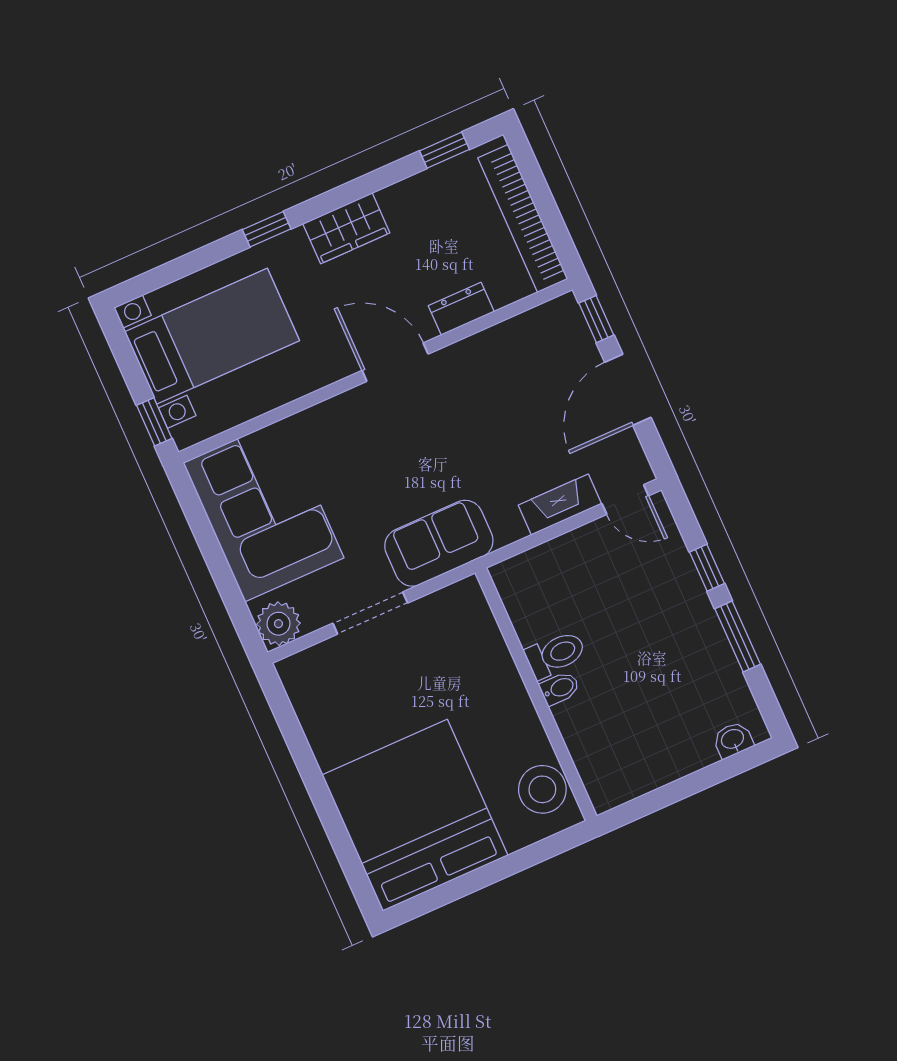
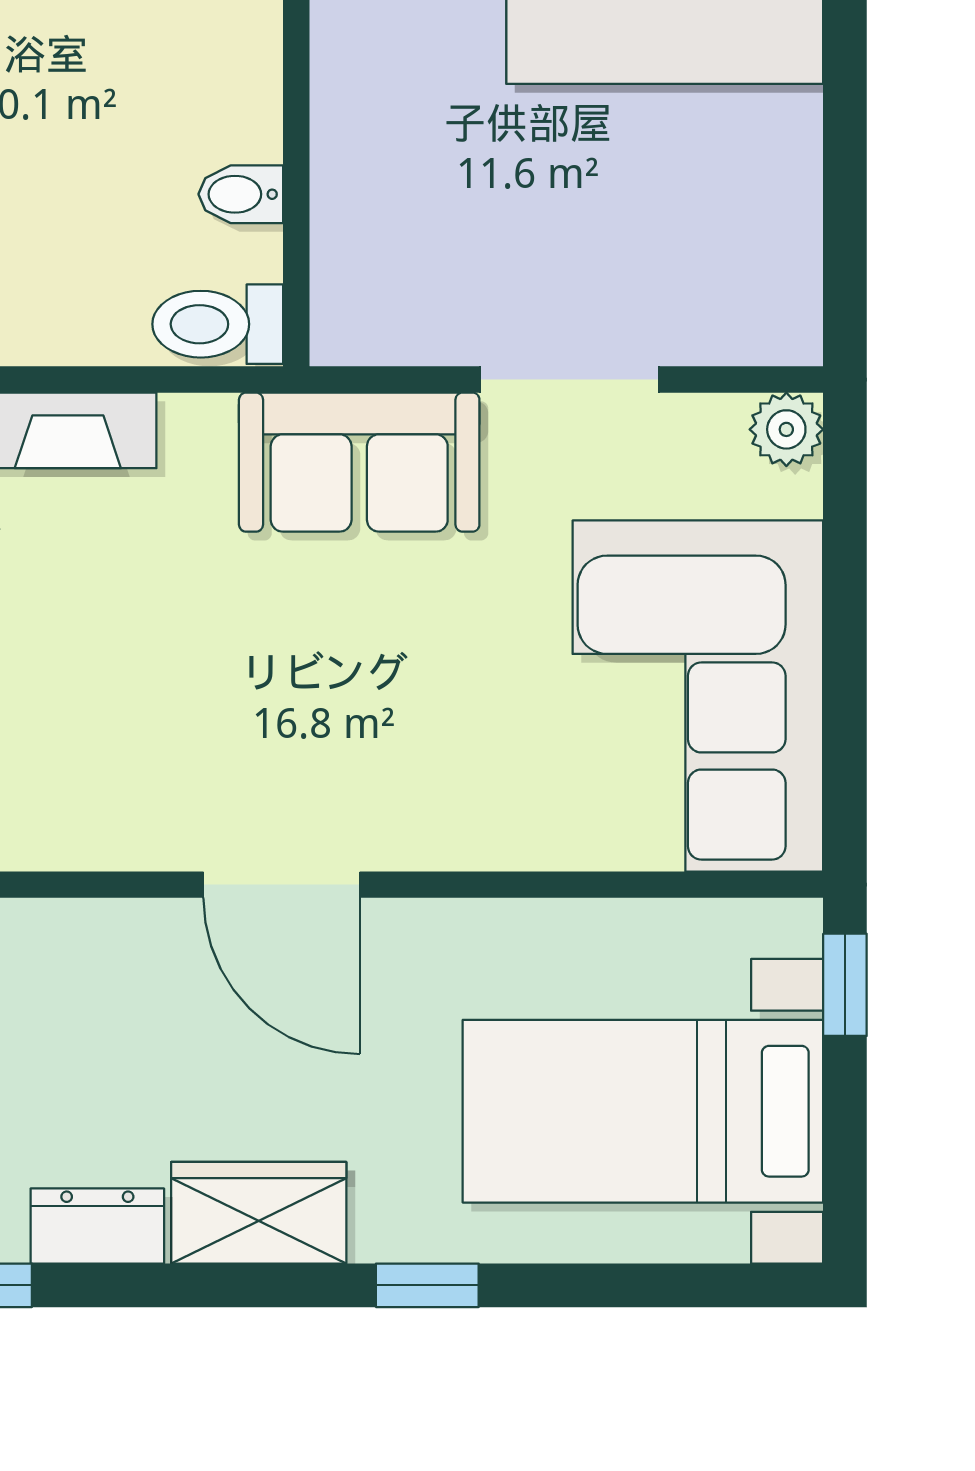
dresser: (461, 309) -> (97, 1226), moved, turned 180
plant: (278, 624) -> (786, 429), width x0.73, depth x0.73
toilet: (555, 654) -> (218, 324), moved
bidet: (560, 688) -> (241, 194), moved

